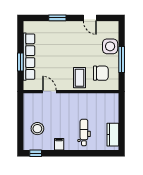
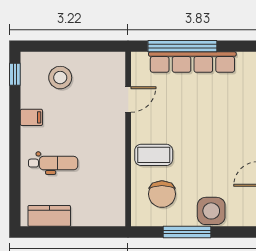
window: (20, 62) -> (182, 46), width x2.11

